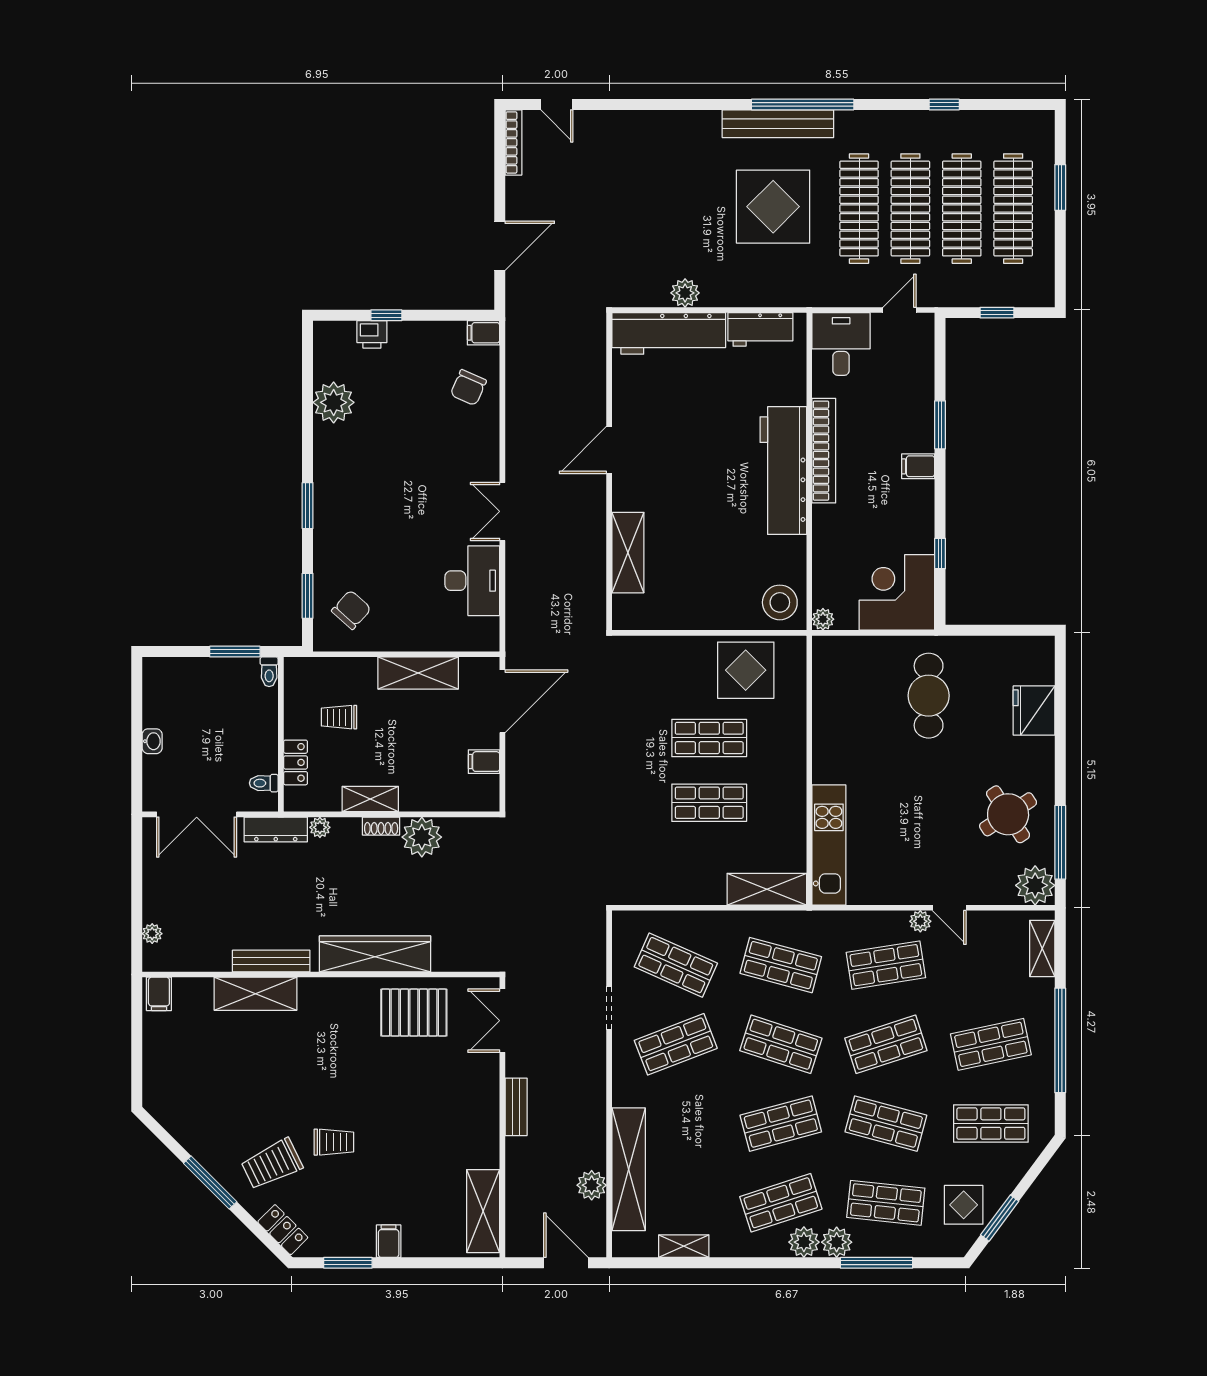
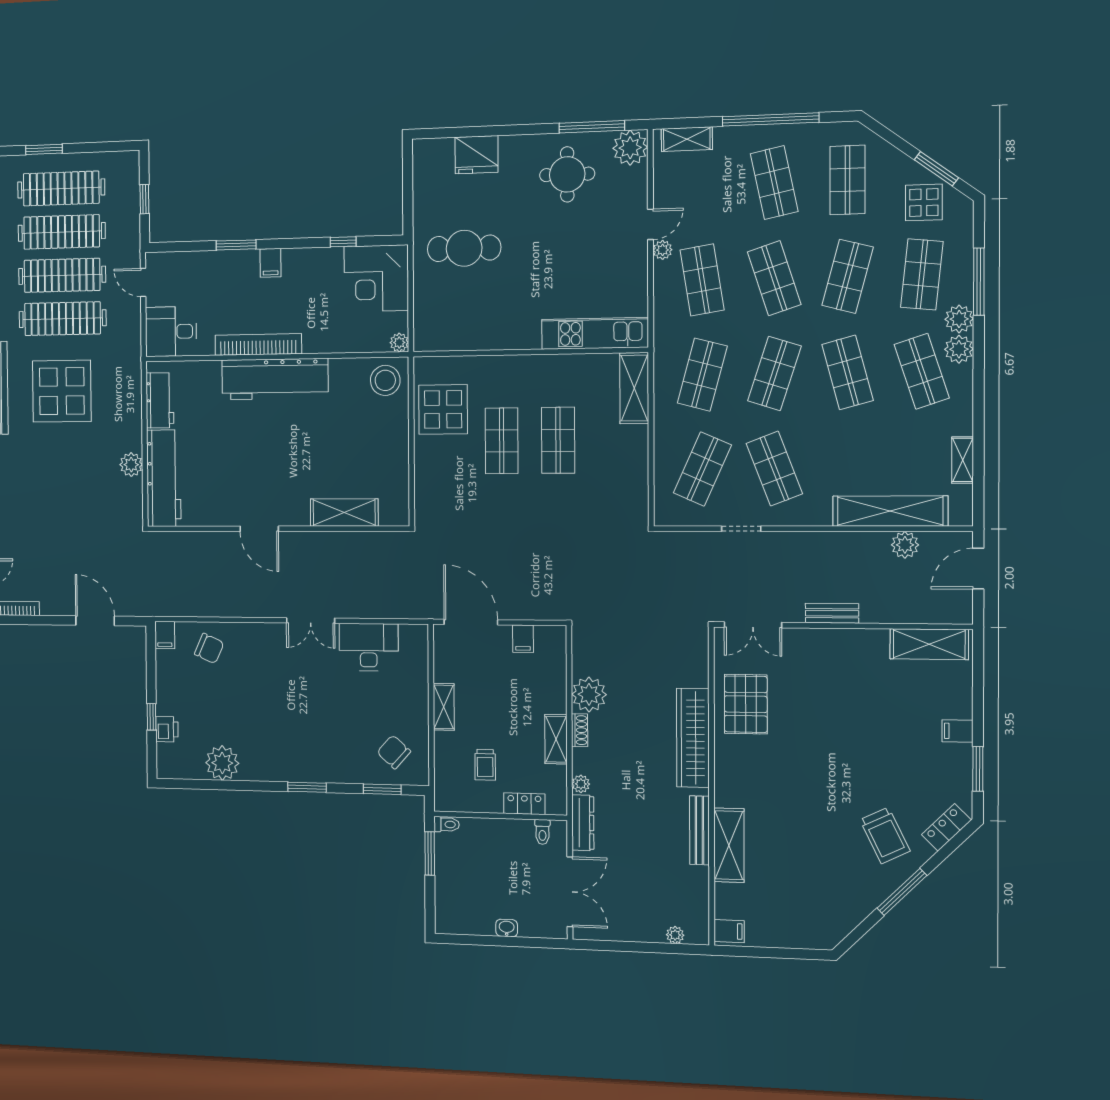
shelving: (418, 673) -> (444, 707), width x0.67, depth x0.75
round table: (1008, 814) -> (567, 174), turned 33
trolley: (334, 1142) -> (865, 779), removed

